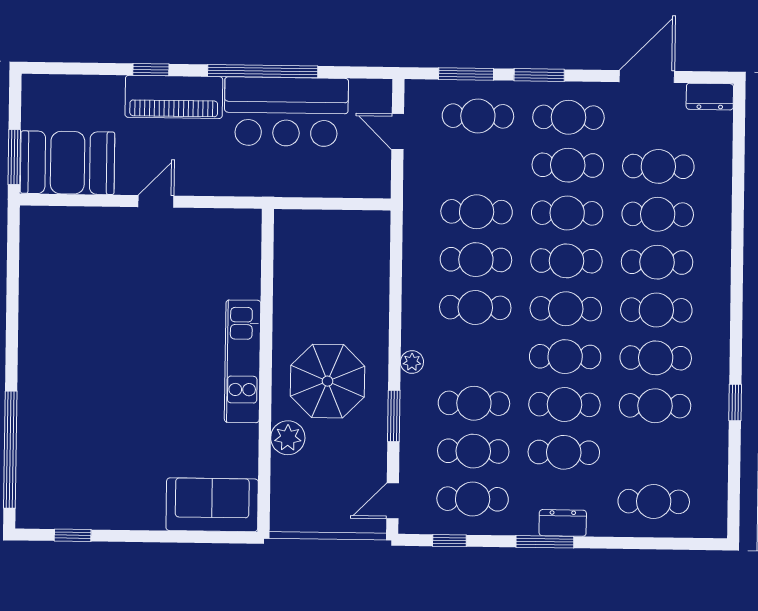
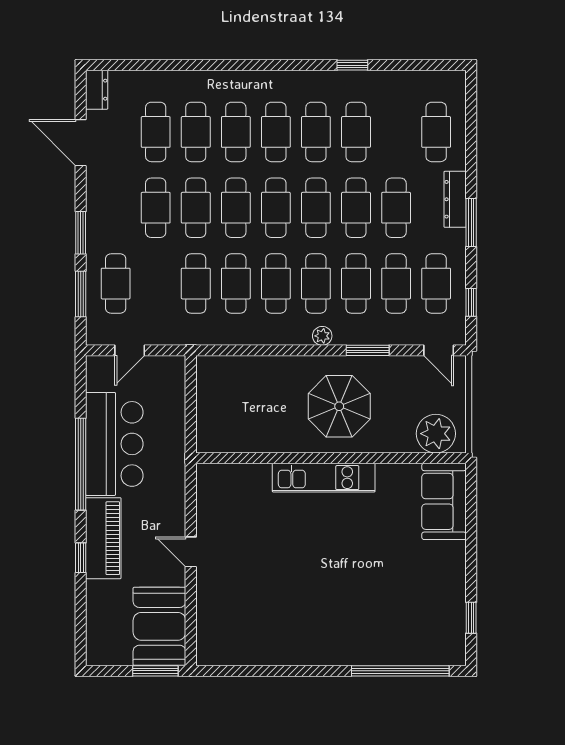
cafe table: (568, 117) -> (316, 284), moved
plant: (288, 438) -> (436, 434), moved, width x1.36, depth x1.36
dresser: (563, 523) -> (455, 199), width x1.44

